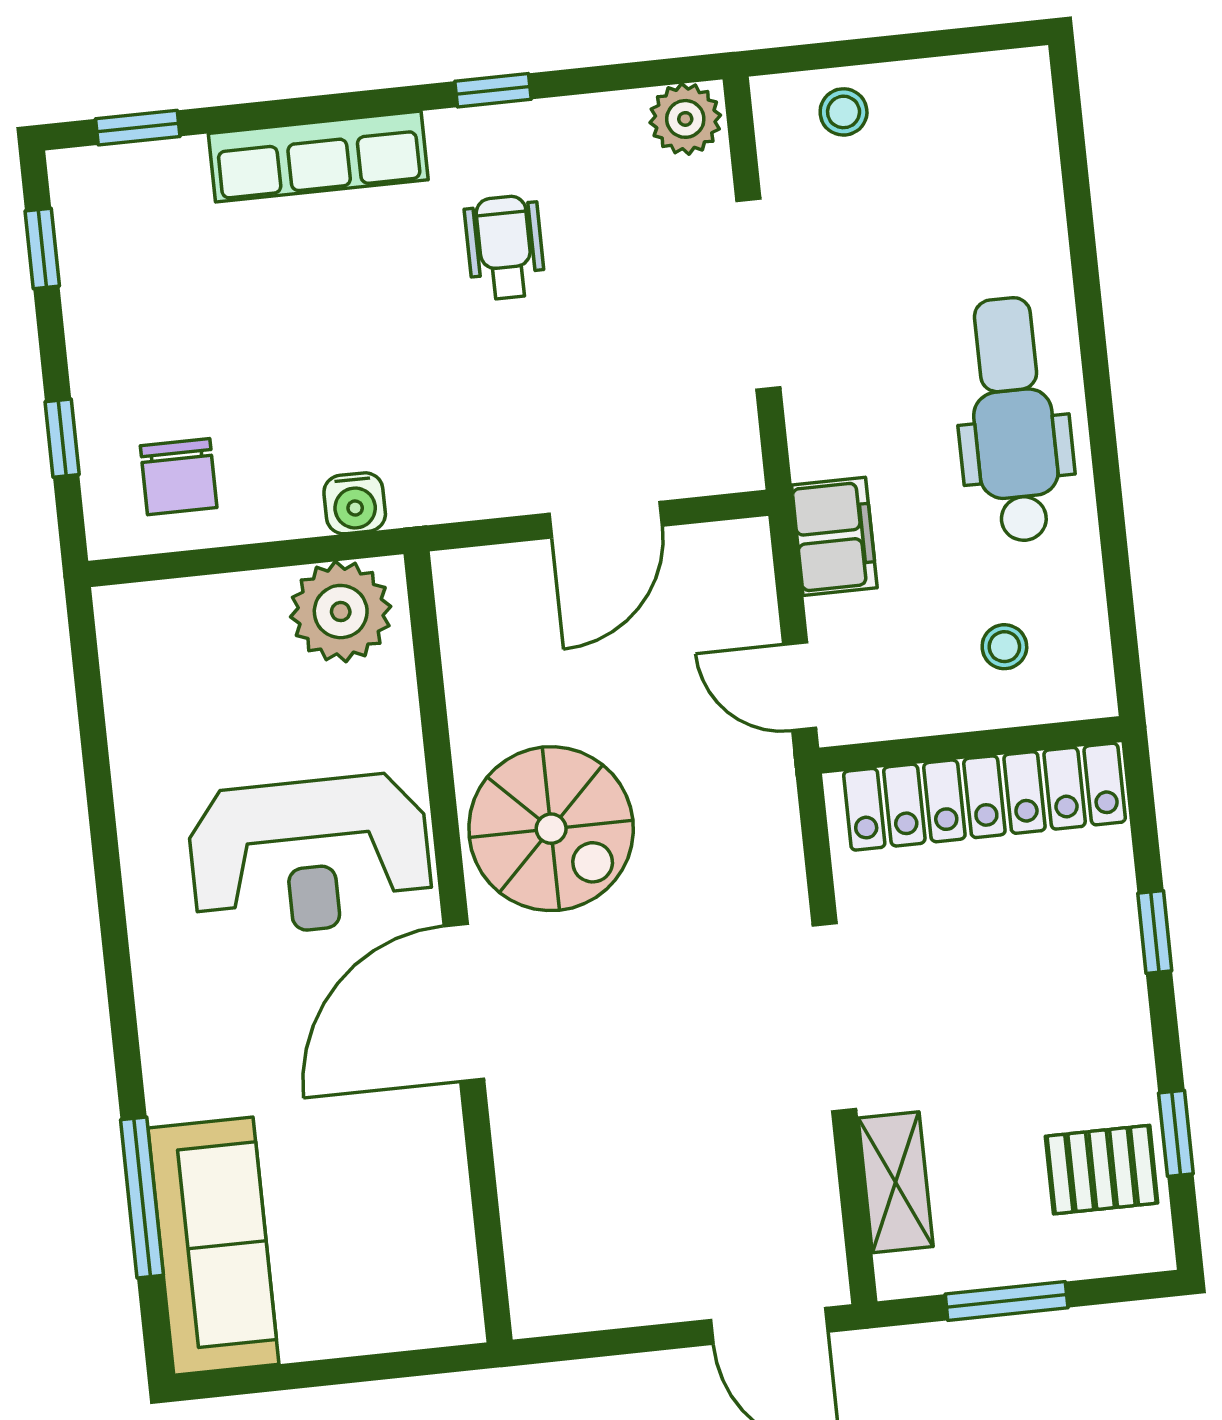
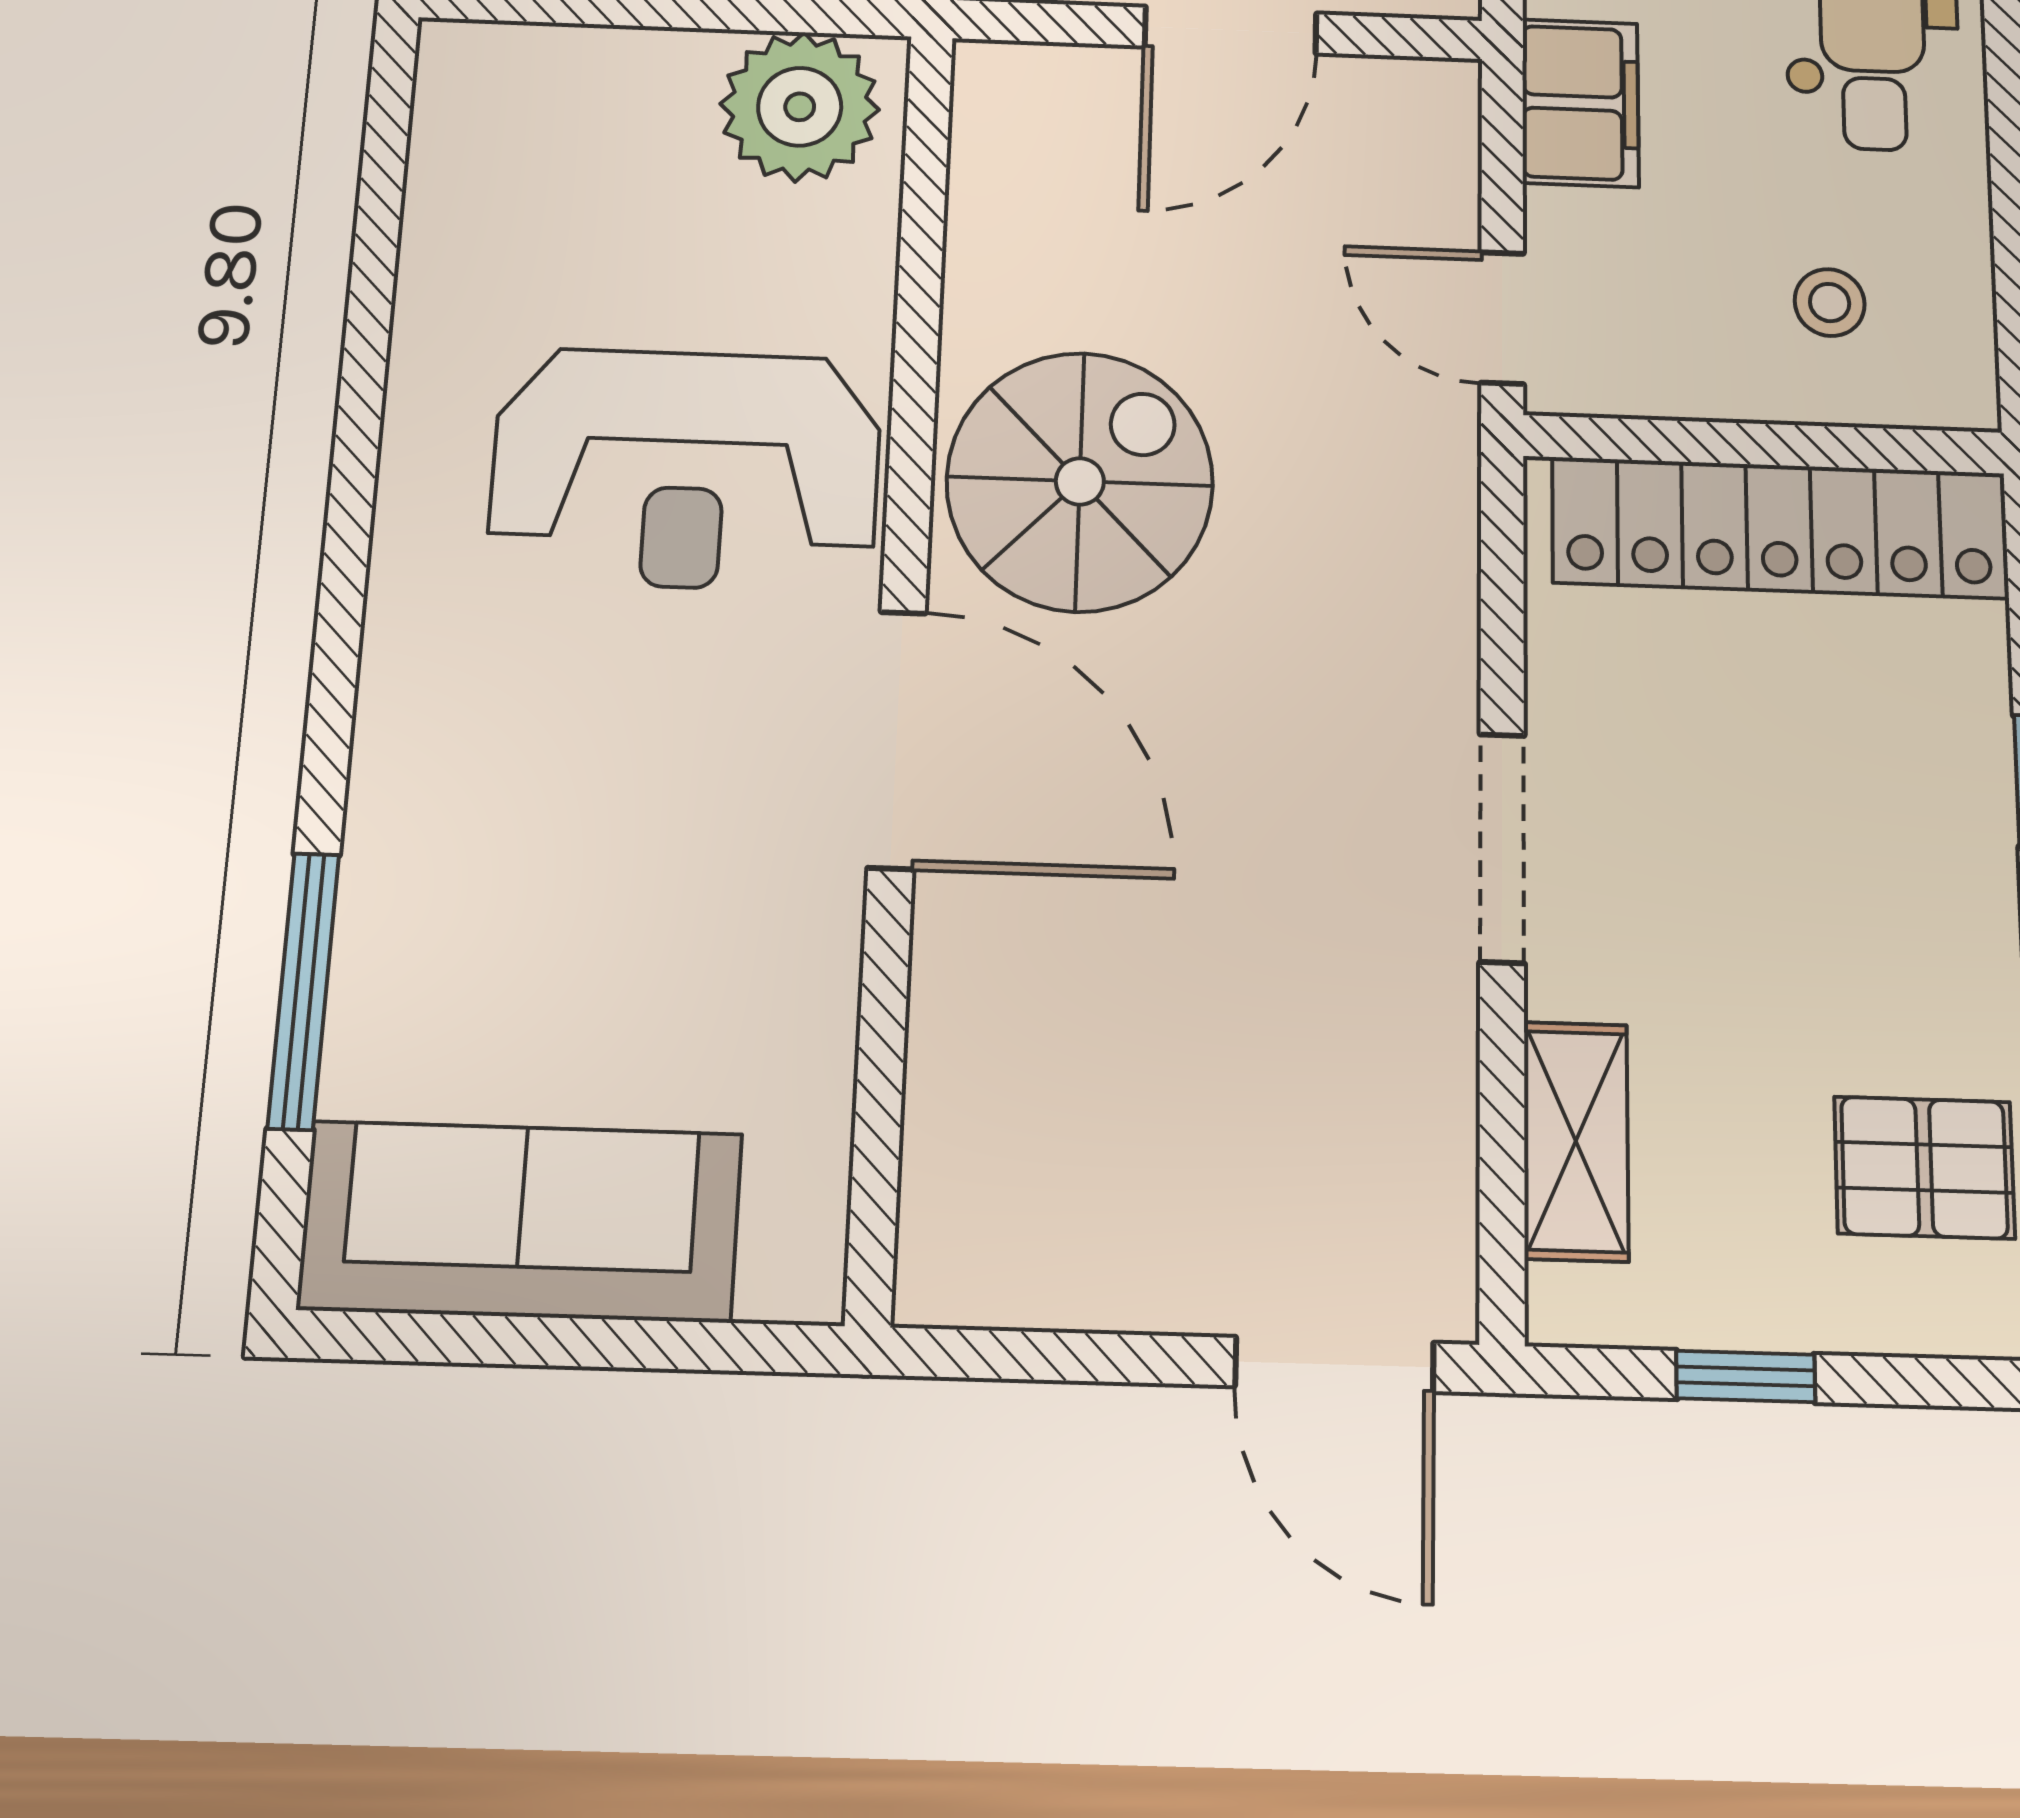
spiral stairs: (551, 829) -> (1080, 481), turned -90
door: (464, 1003) -> (897, 739), swing flipped
doorway: (834, 1017) -> (1502, 848), width x0.73
sofa: (213, 1246) -> (521, 1221), moved, turned -90
window: (1007, 1301) -> (1746, 1376), width x0.67

